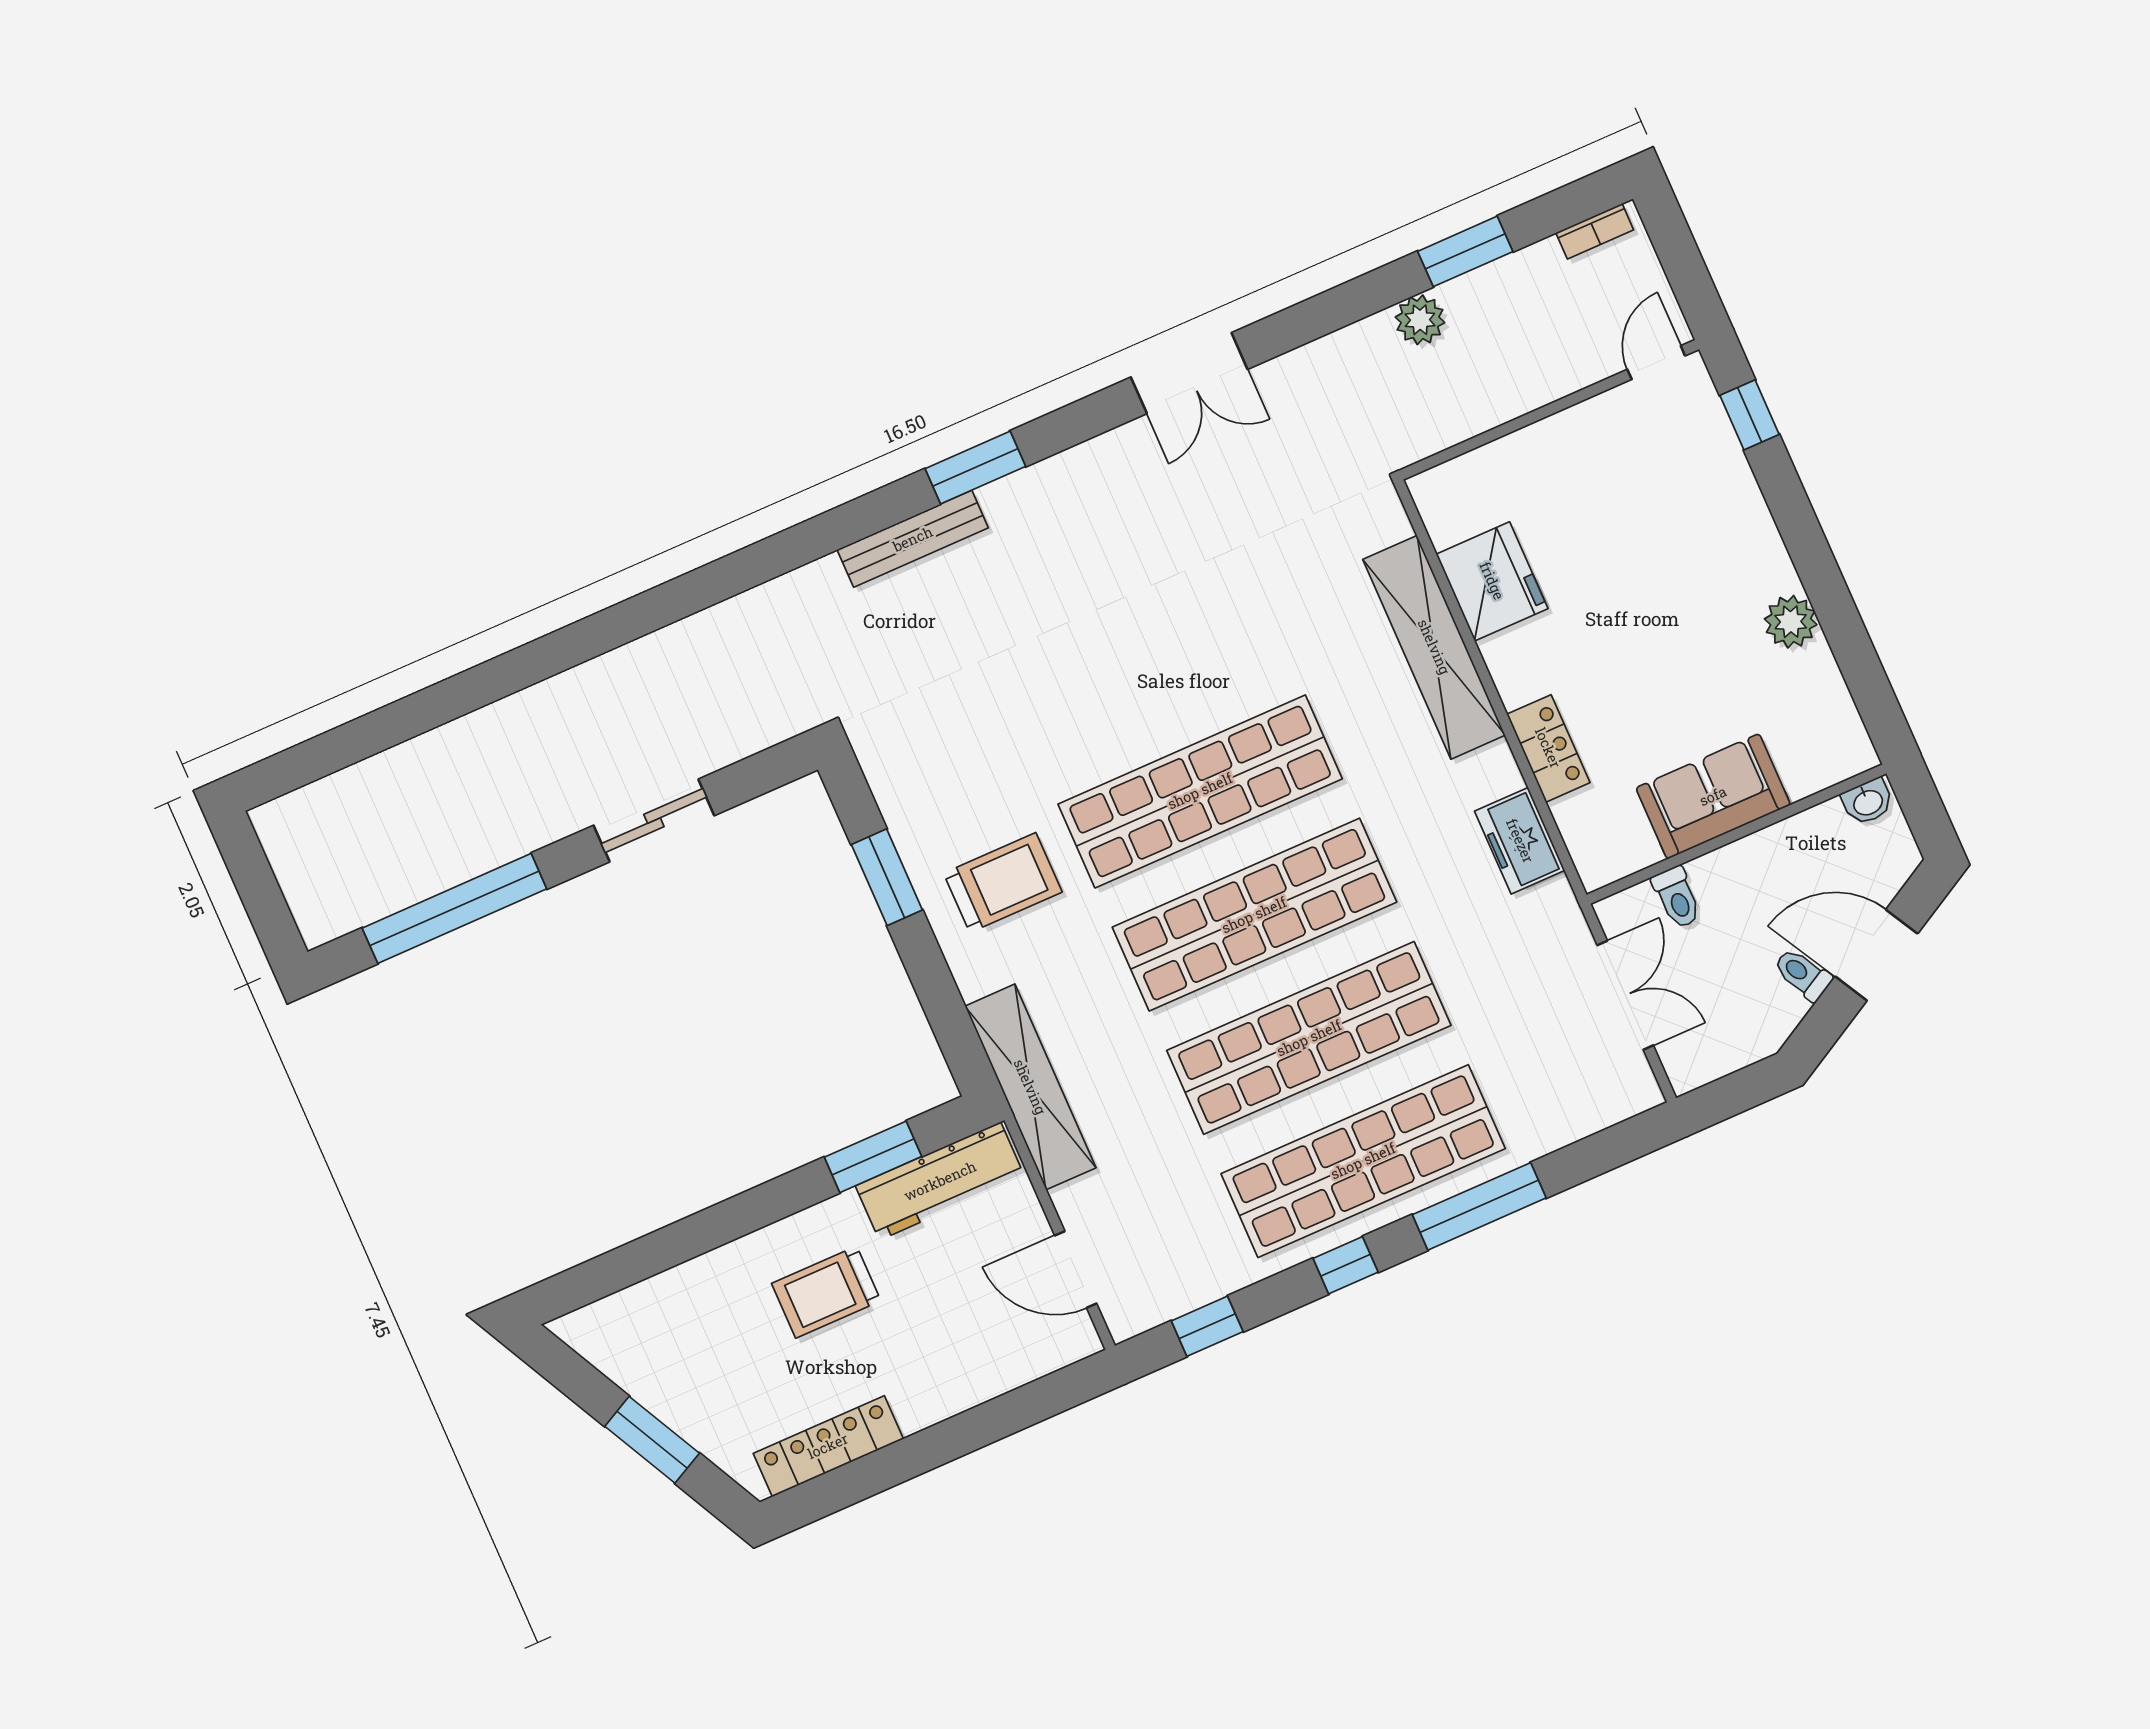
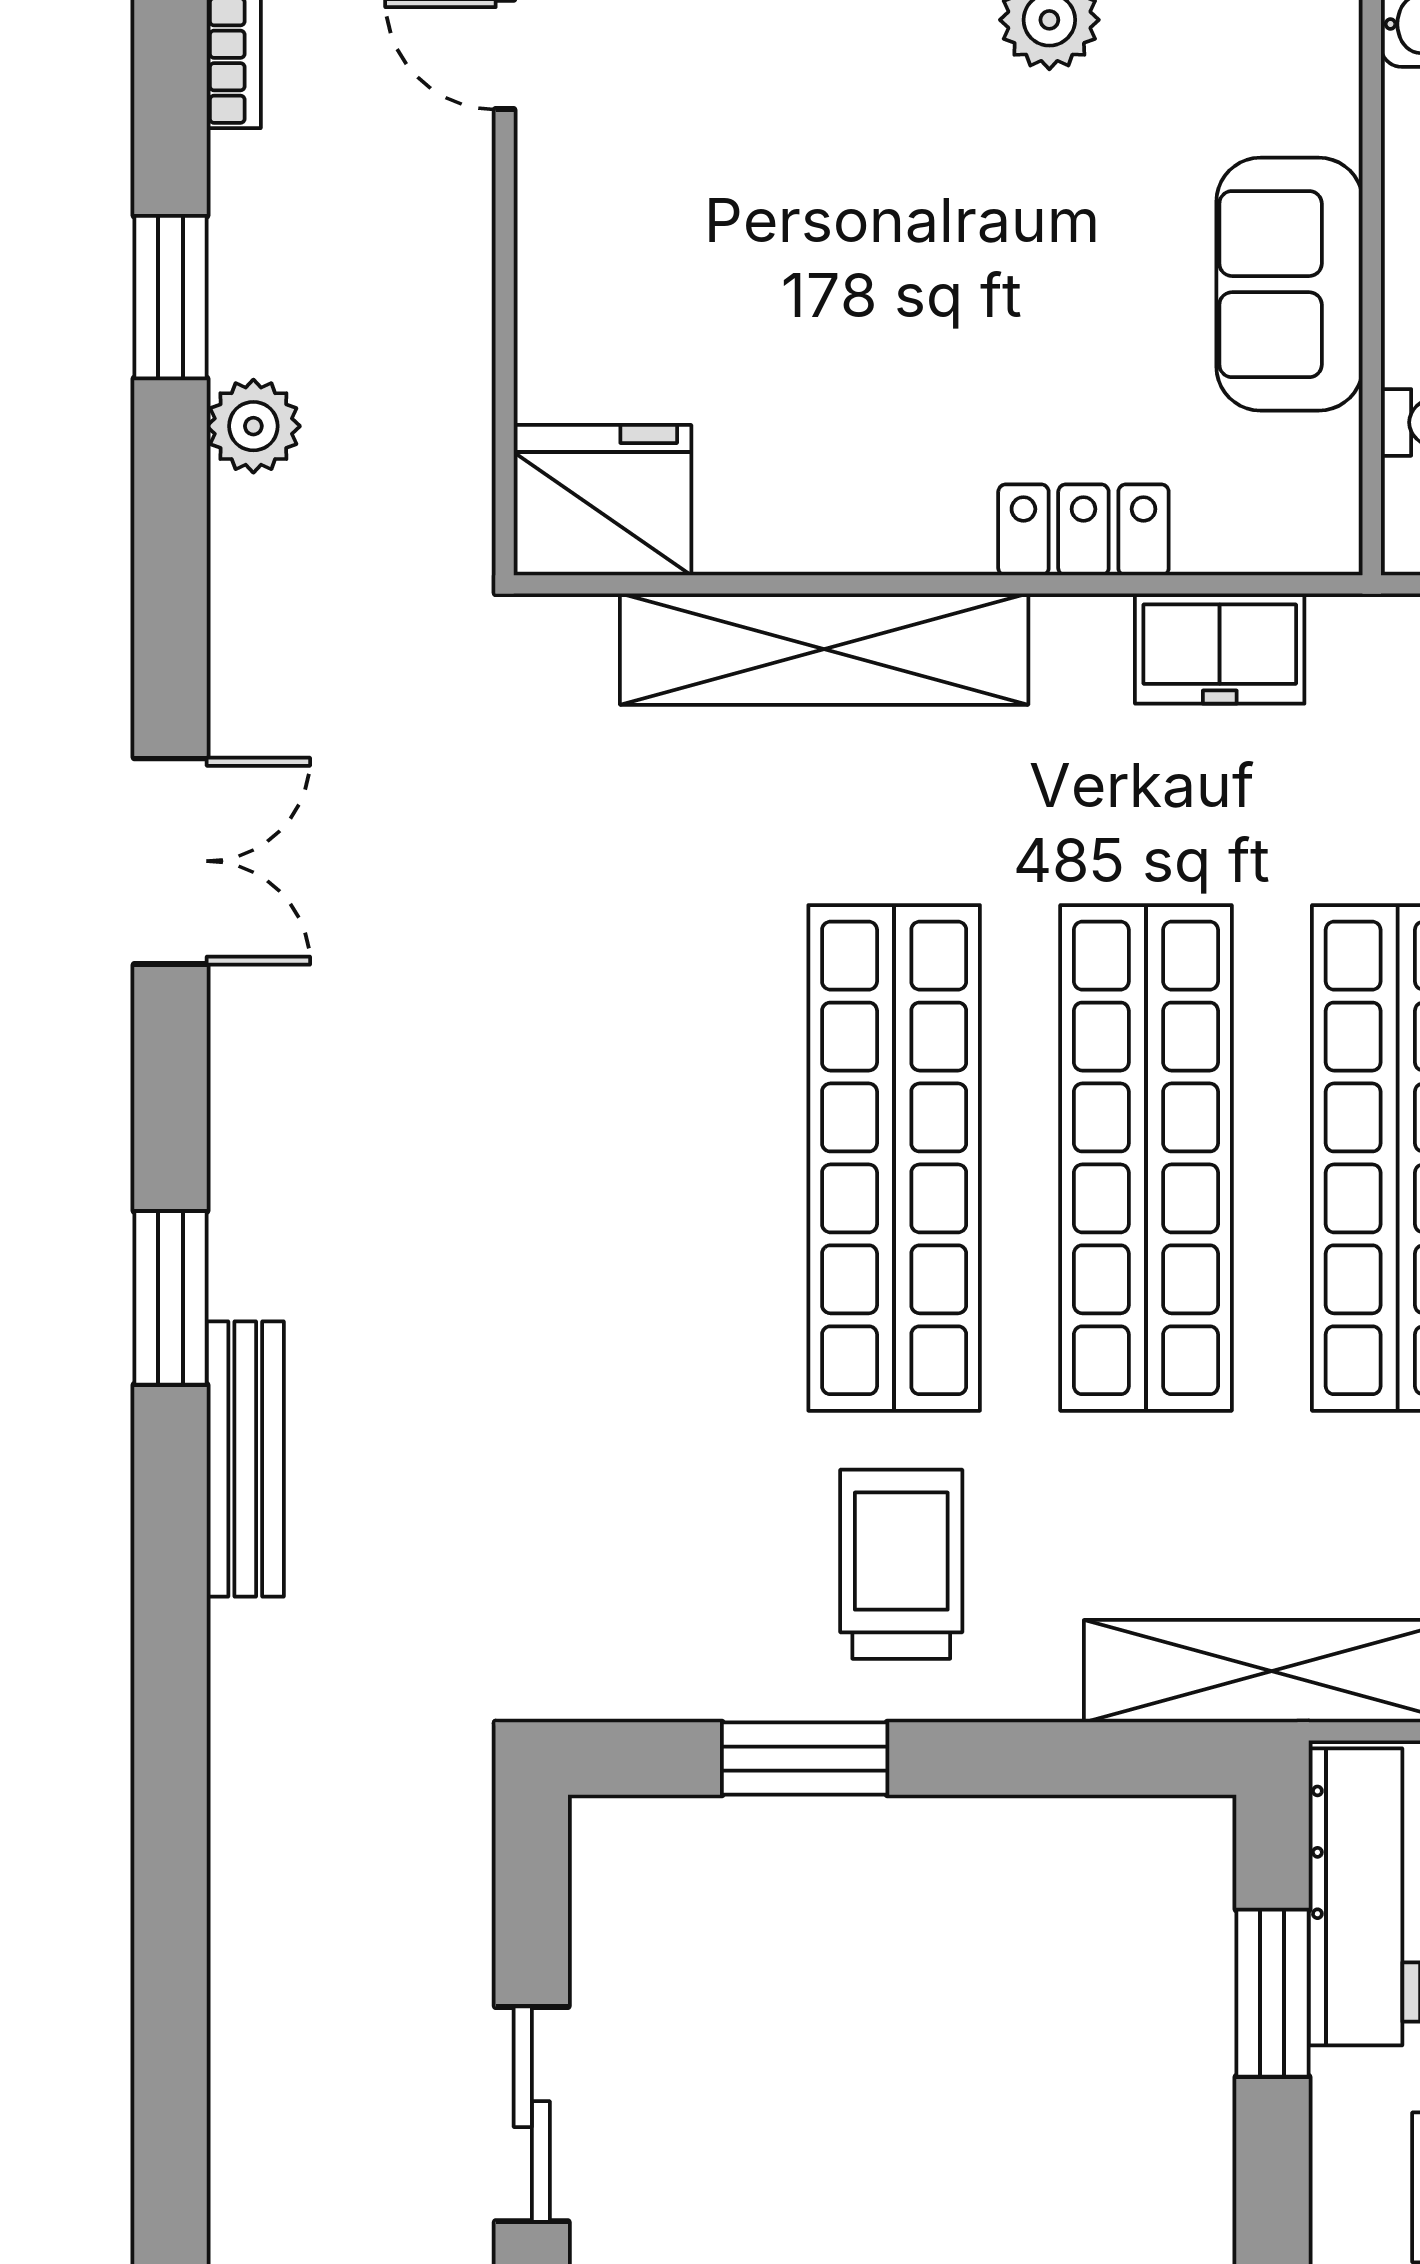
fridge: (1492, 581) -> (603, 500), moved

